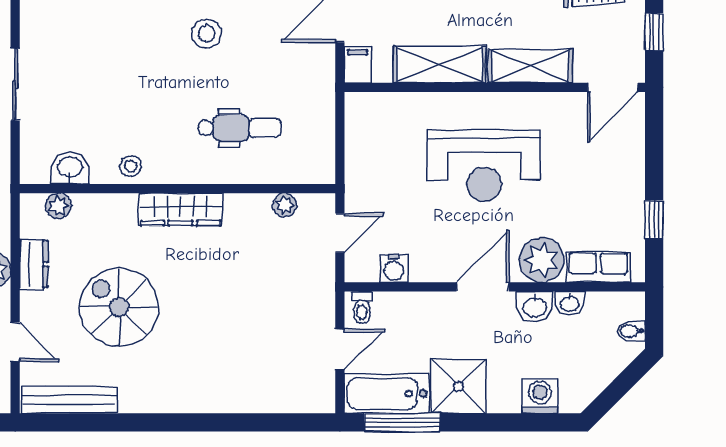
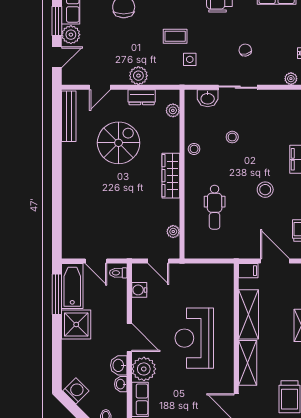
stool: (108, 95) -> (232, 137), added
washbasin: (70, 168) -> (208, 98), moved, turned 90
washing machine: (540, 396) -> (76, 391), moved, turned -45

